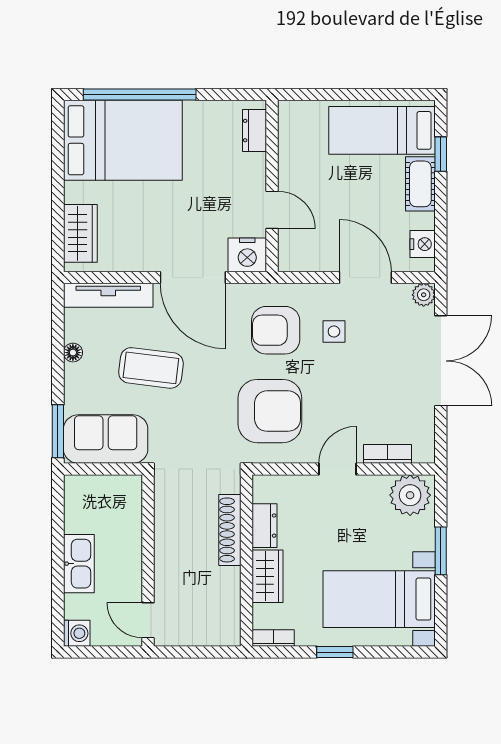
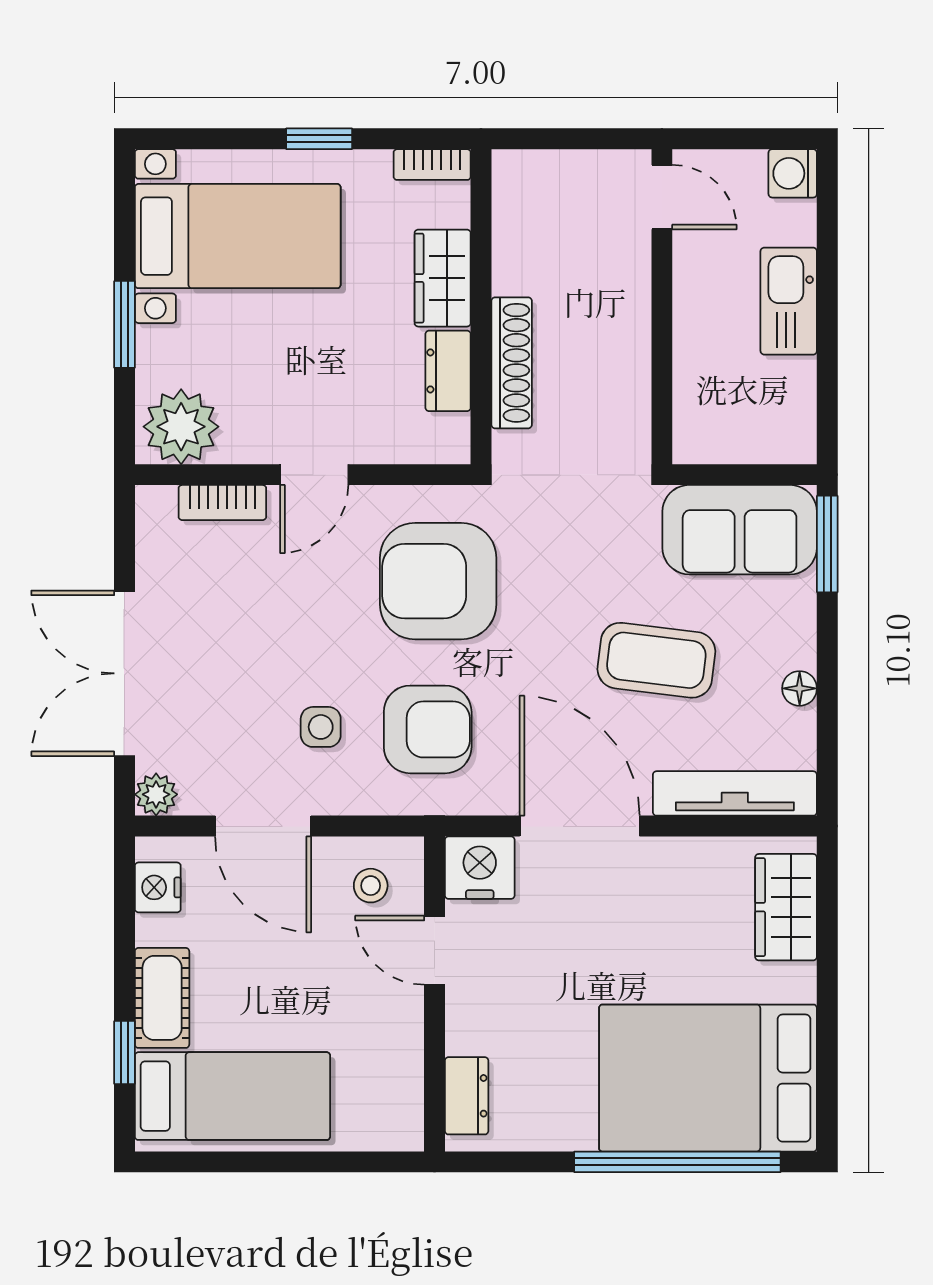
stool: (307, 245) -> (371, 886), added

